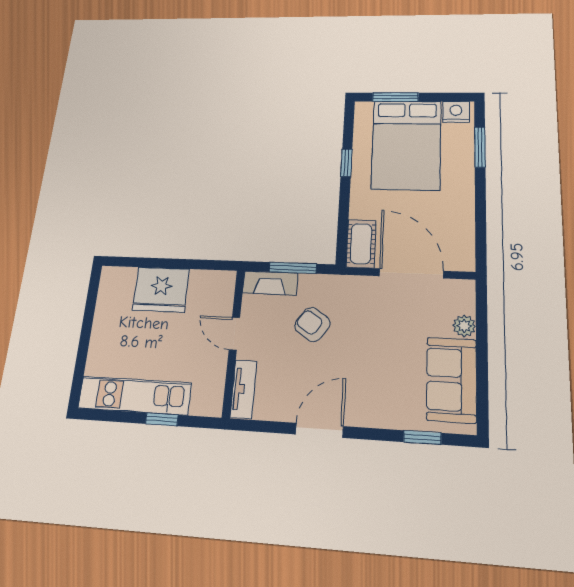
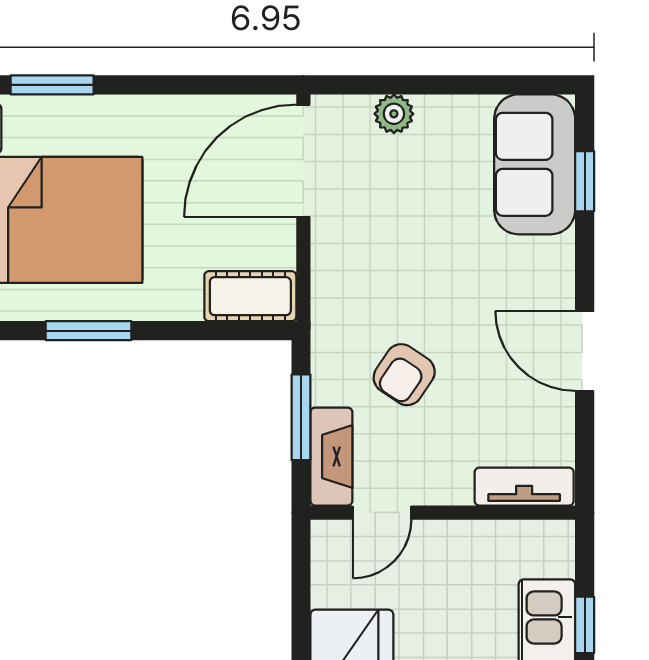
window: (346, 163) -> (88, 331), width x1.50
door: (411, 273) -> (303, 161), moved
door: (234, 334) -> (382, 513), moved
sofa: (452, 380) -> (535, 164), moved, turned 90

